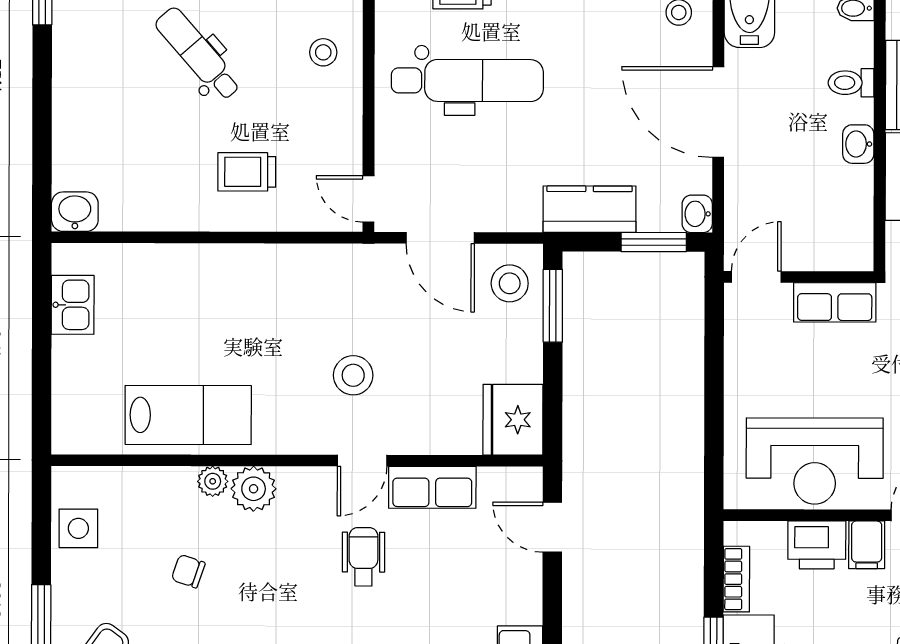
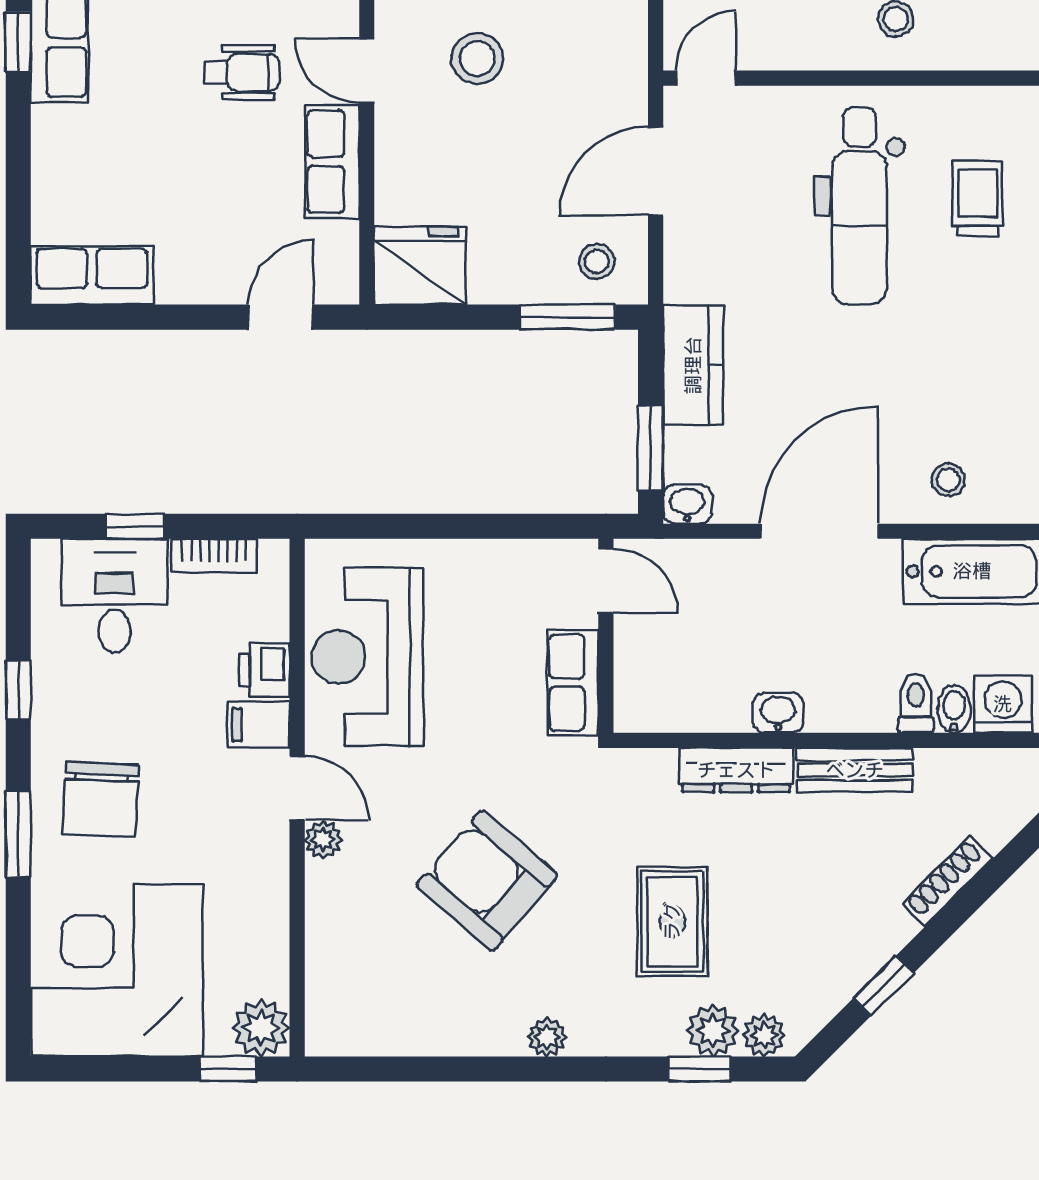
toilet: (851, 83) -> (916, 703), moved
stool: (510, 283) -> (597, 261), width x0.73, depth x0.73
printer: (817, 545) -> (265, 670), width x0.73, depth x0.81

